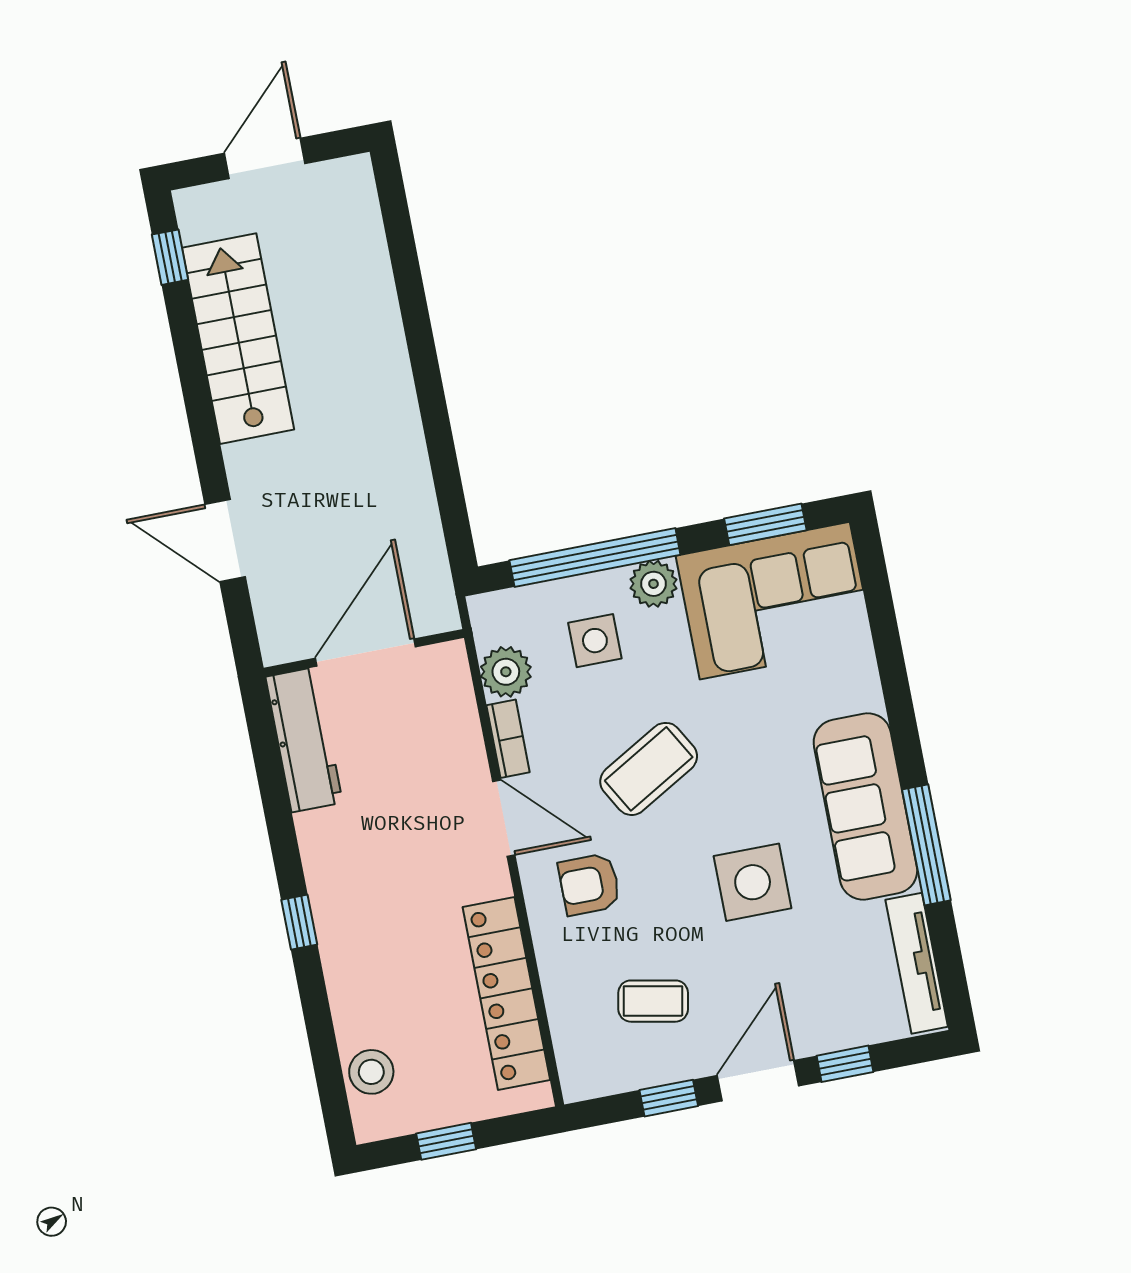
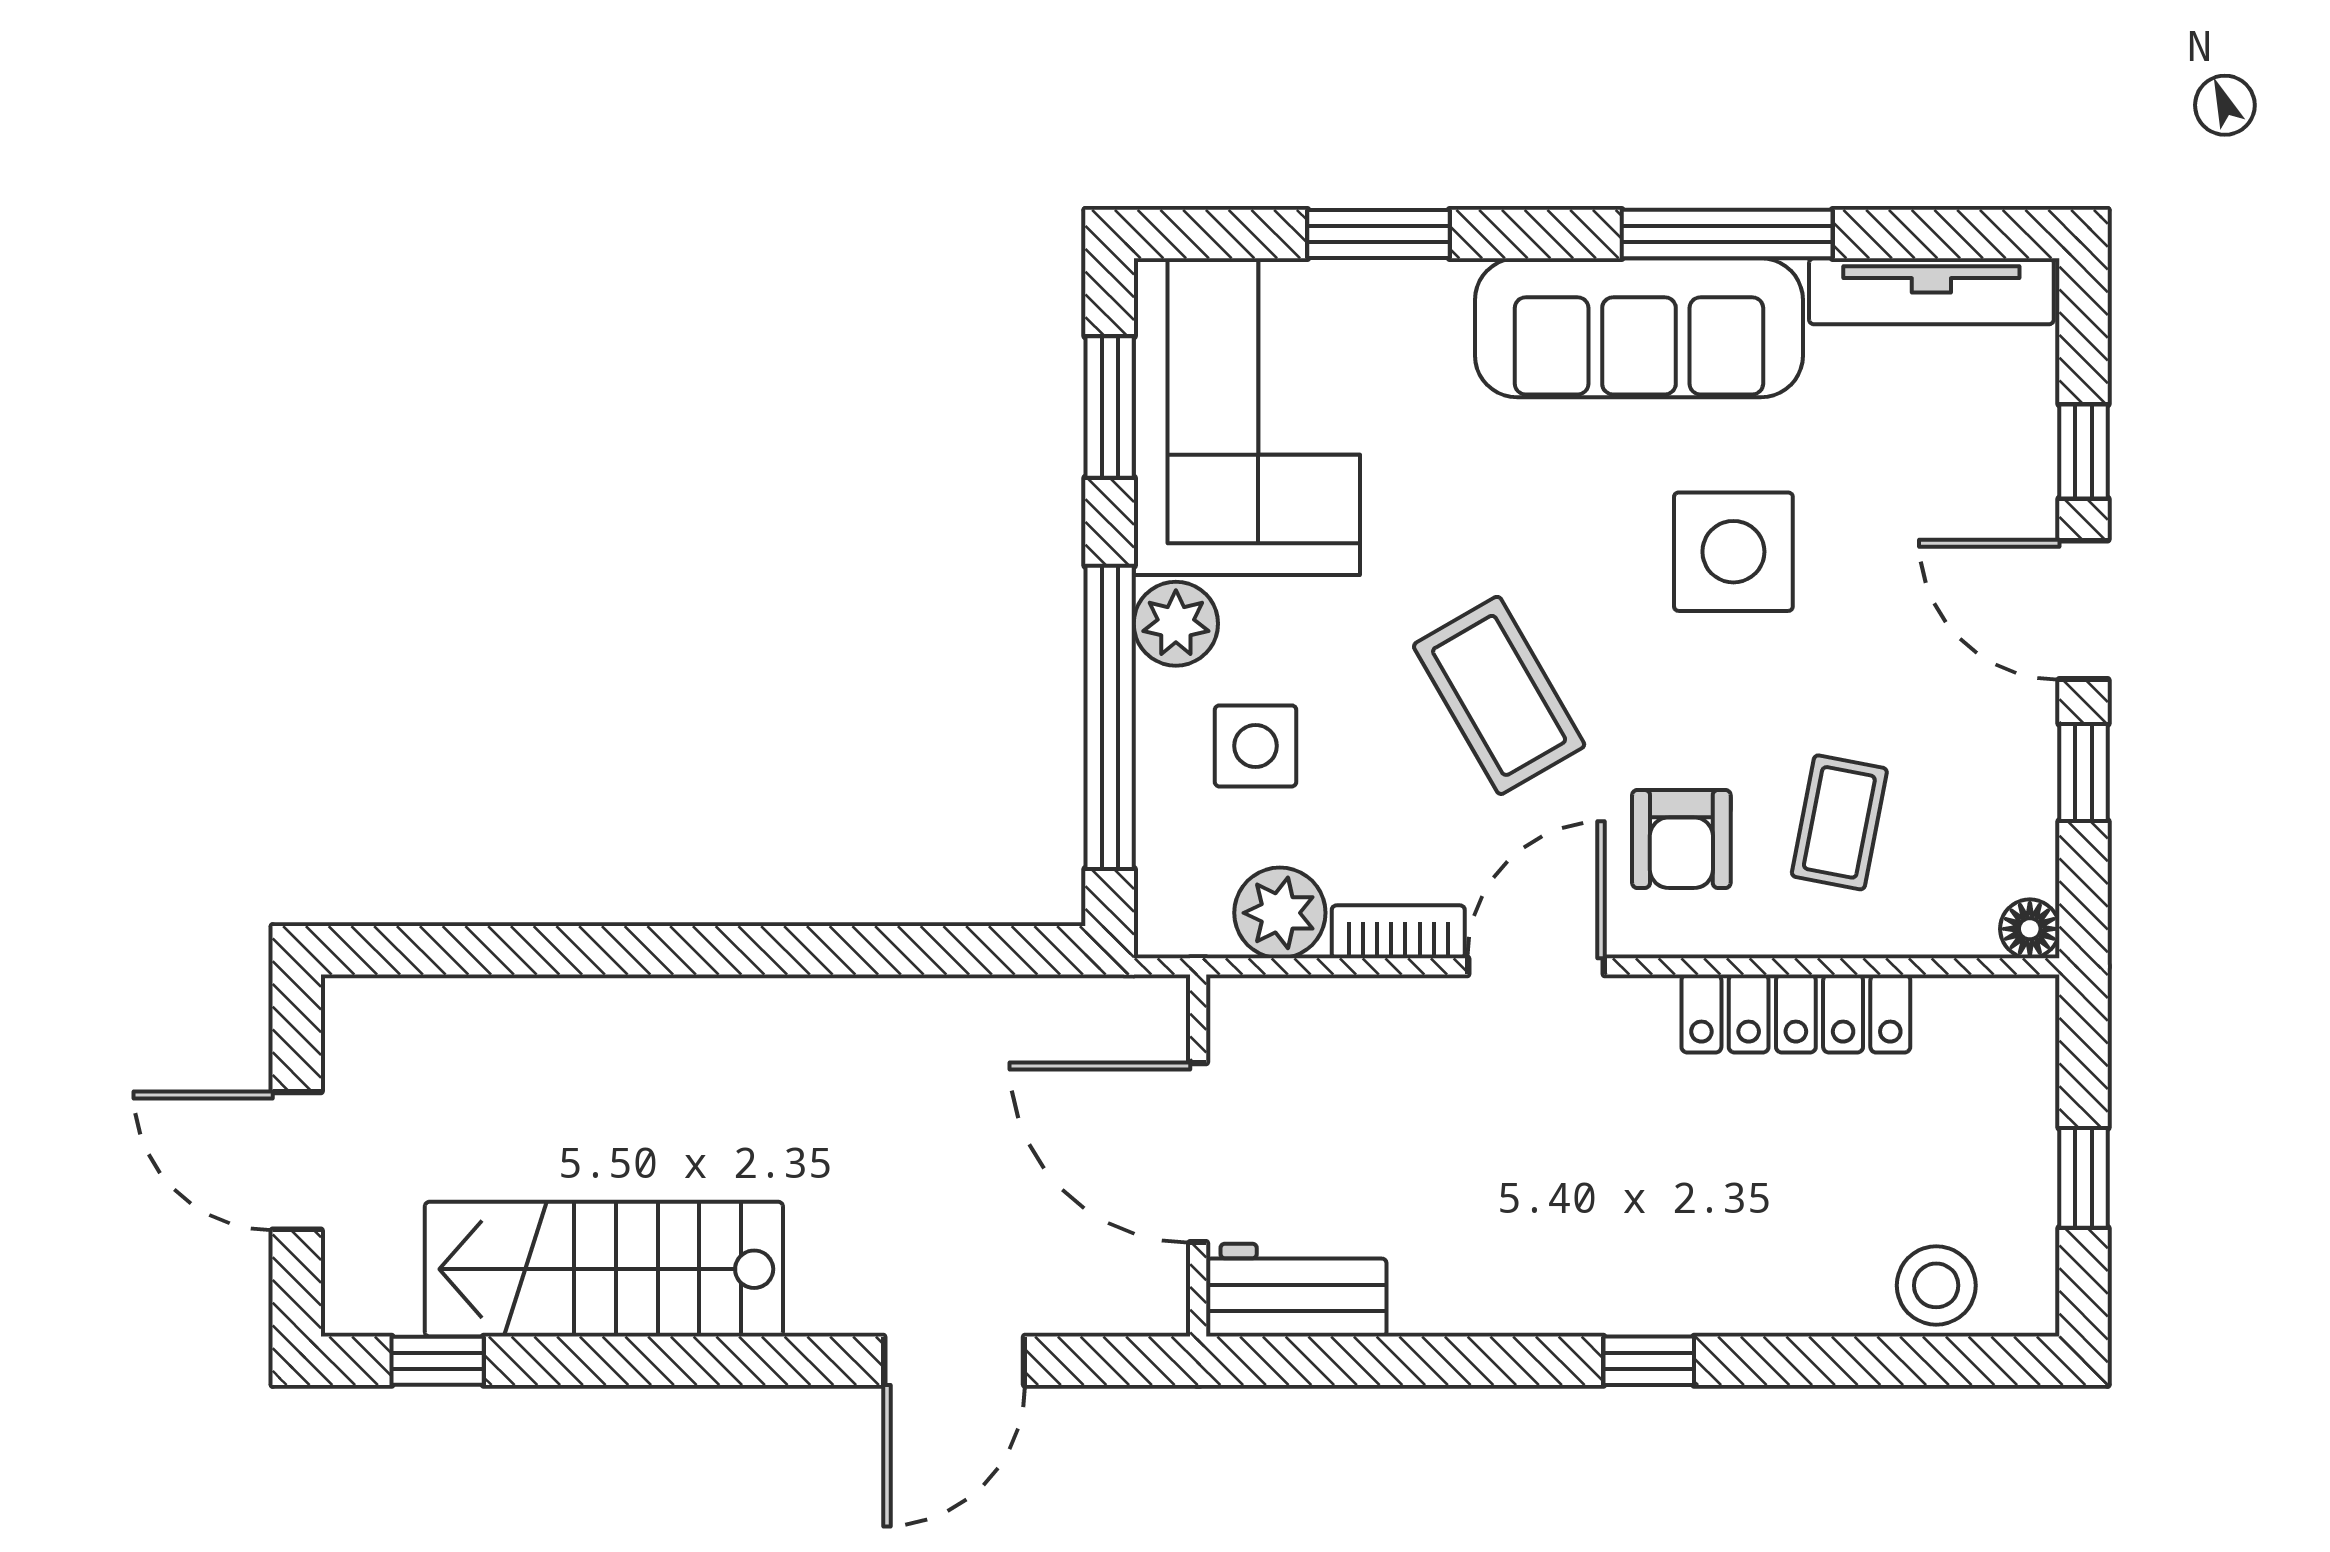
window: (889, 653) -> (1378, 234), added
workbench: (304, 740) -> (1296, 1290), width x0.73
locker: (506, 994) -> (1796, 1014), width x0.71, depth x0.83
coffee table: (653, 1001) -> (1839, 822), moved
floor lamp: (577, 1085) -> (2030, 929), added

